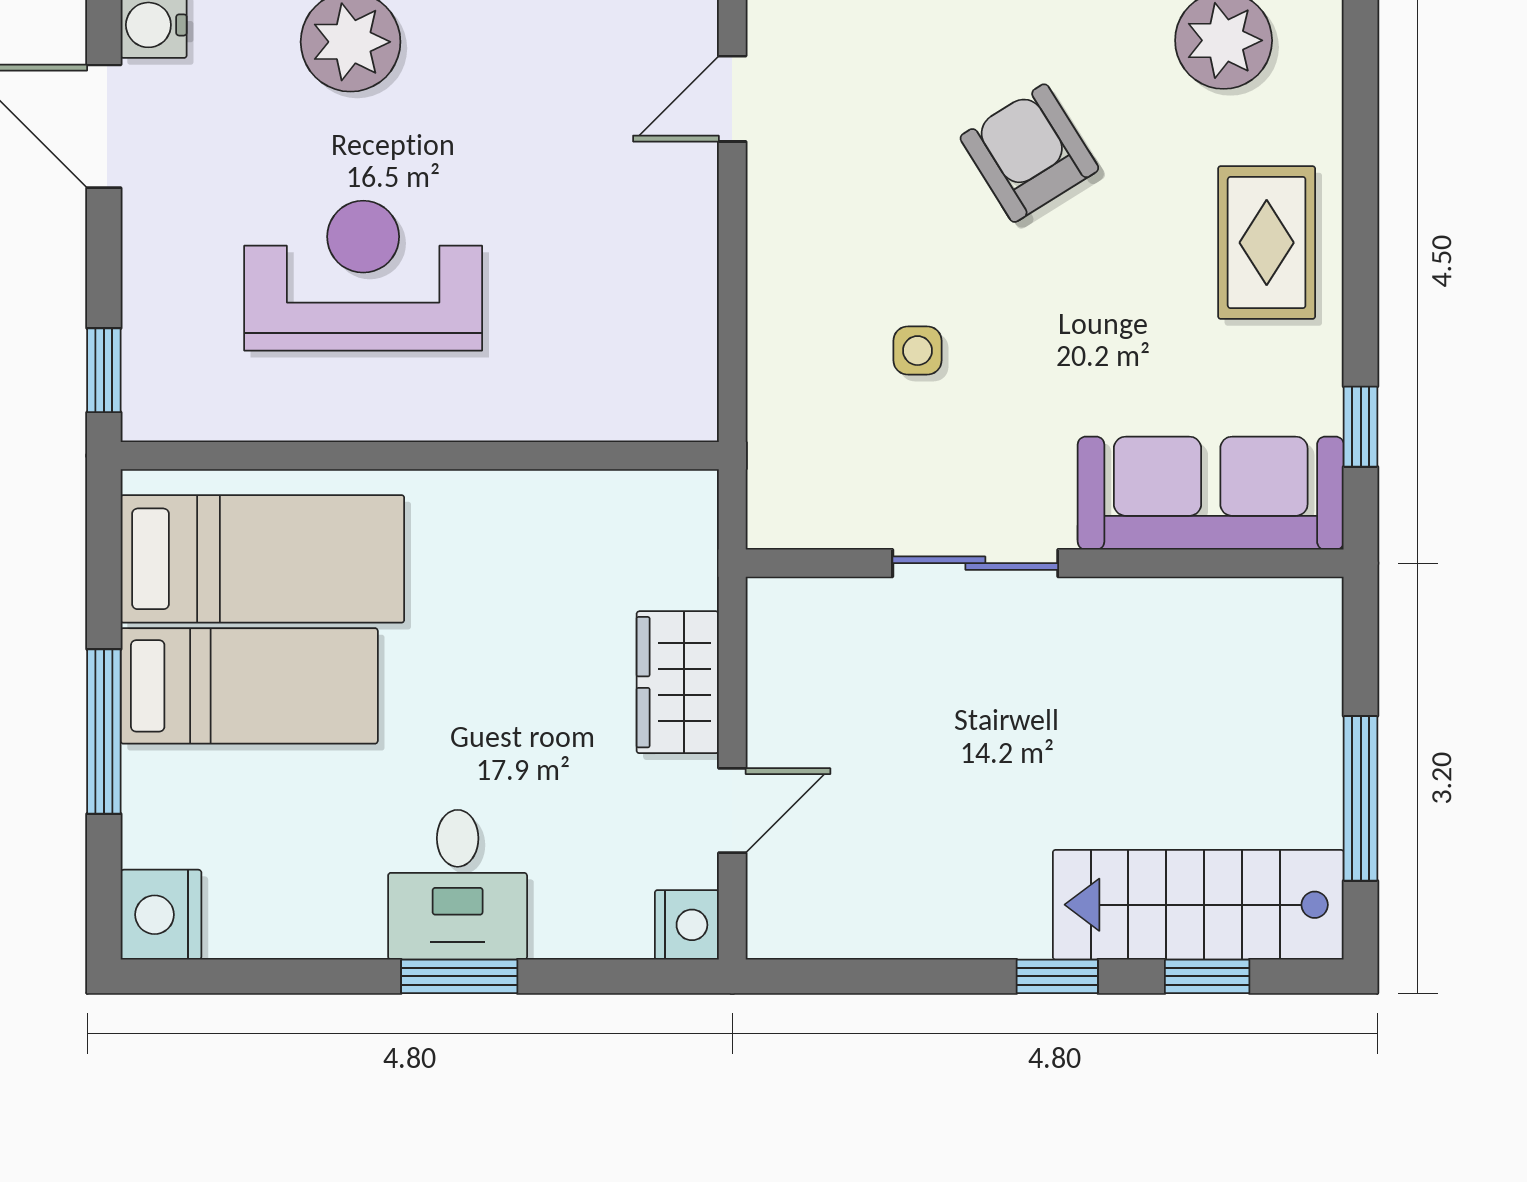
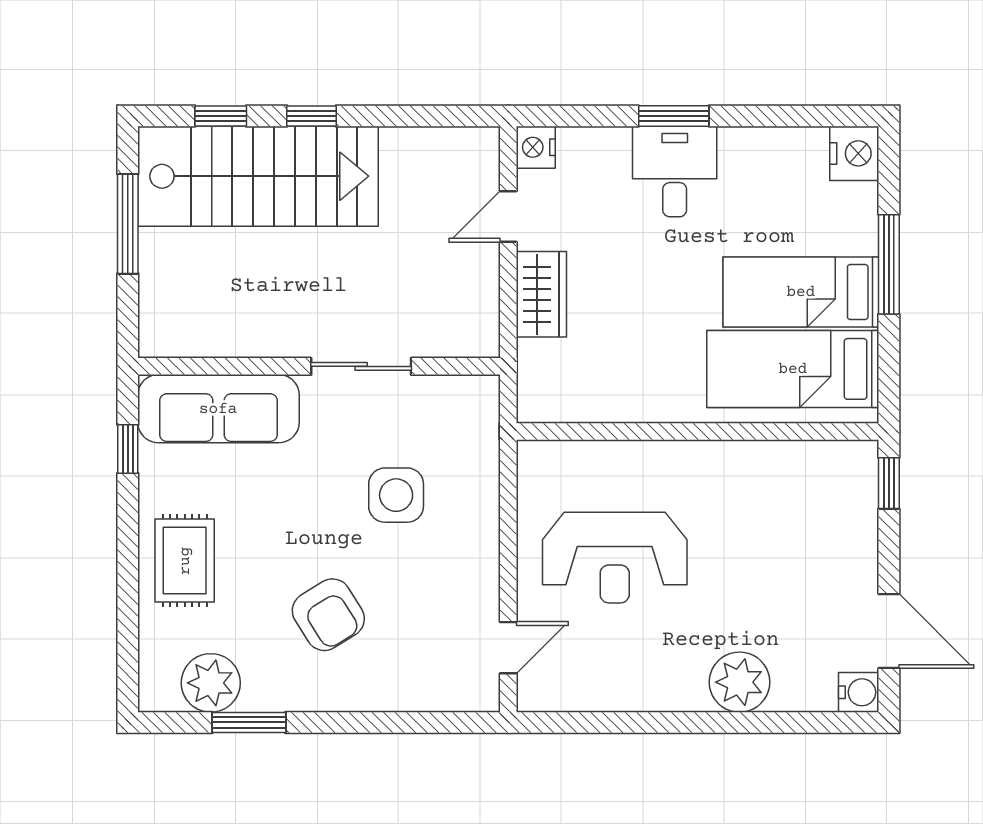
reception desk: (363, 276) -> (615, 558), moved
side table: (918, 351) -> (396, 495), width x1.87, depth x1.87
stairs: (1198, 905) -> (258, 176), width x1.36, depth x1.51

